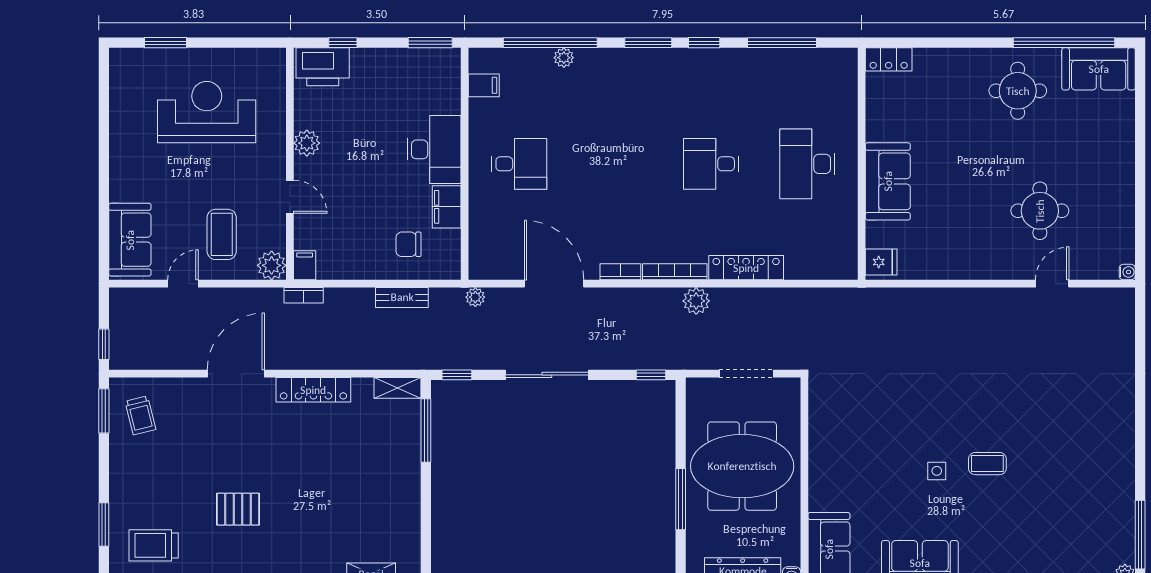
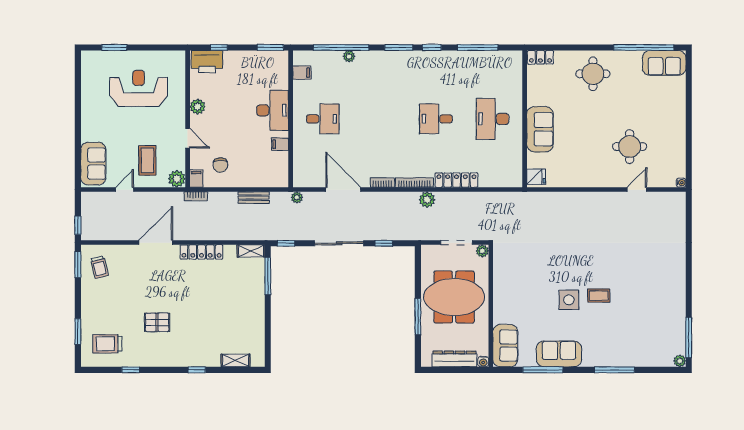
round table: (1018, 91) -> (593, 74), moved
filing cabinet: (447, 207) -> (280, 144), width x0.50
chair: (408, 244) -> (220, 165), moved, turned -90
window: (651, 375) -> (384, 243), moved
plant: (790, 388) -> (482, 251), added
side table: (937, 471) -> (569, 300), width x1.87, depth x1.87

